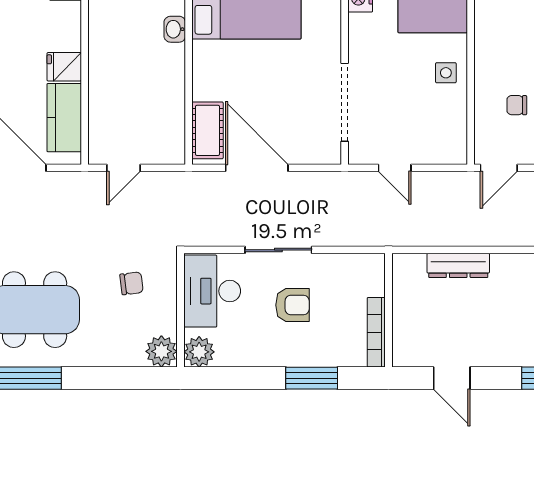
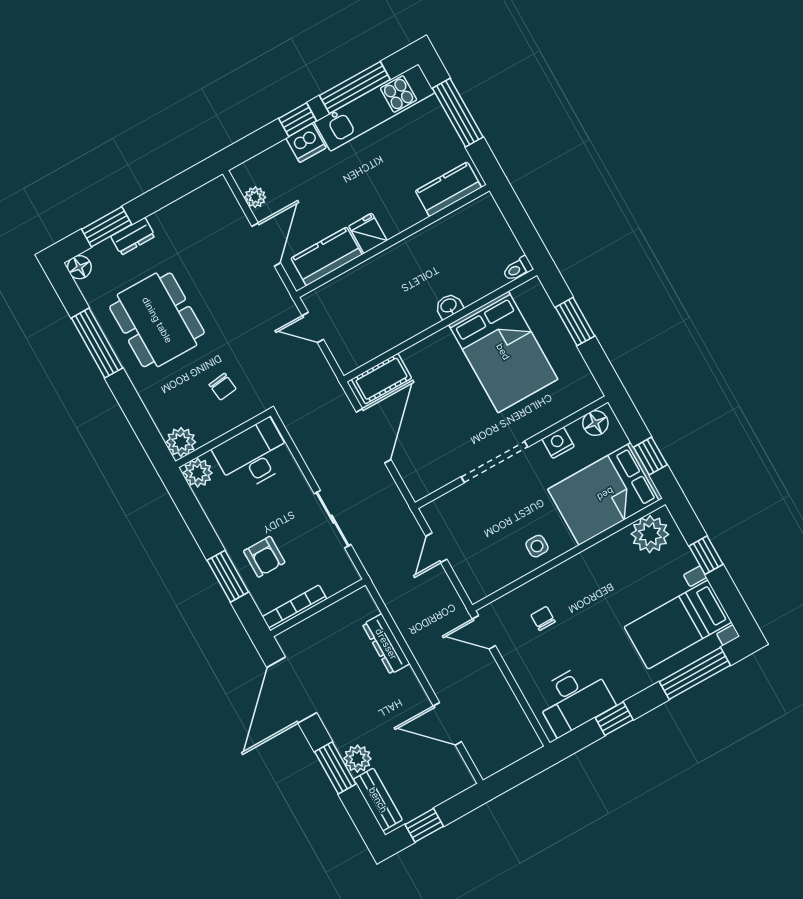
doorway: (345, 102) -> (494, 462), moved
sliding door: (278, 250) -> (333, 519), moved
armchair: (292, 305) -> (264, 557), moved
door: (452, 378) -> (292, 690), width x1.87

